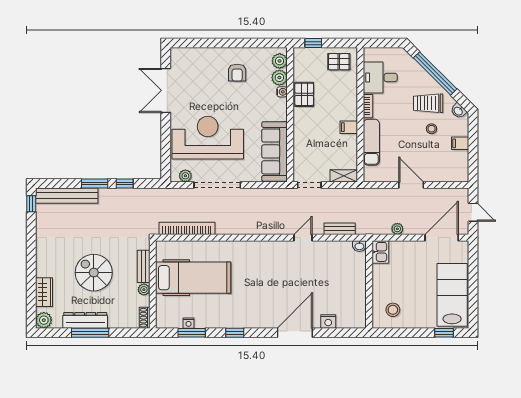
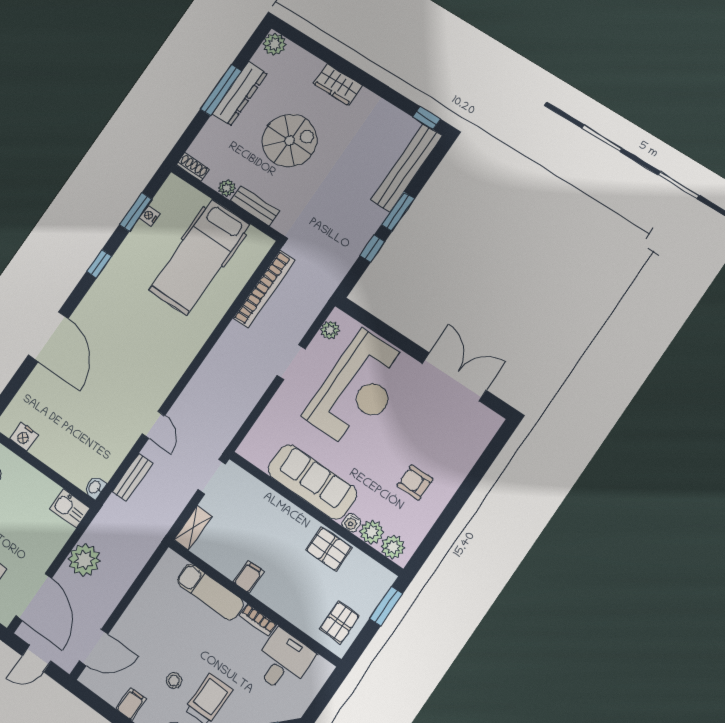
window: (313, 43) -> (386, 606), width x1.50
sofa: (275, 151) -> (312, 482), moved
doorway: (217, 185) -> (291, 362), width x0.53
door: (411, 185) -> (94, 647), moved
plant: (397, 229) -> (84, 560), width x1.87, depth x1.87
wardrobe: (44, 292) -> (338, 85), moved
nightstand: (328, 321) -> (24, 437), moved, turned -90

